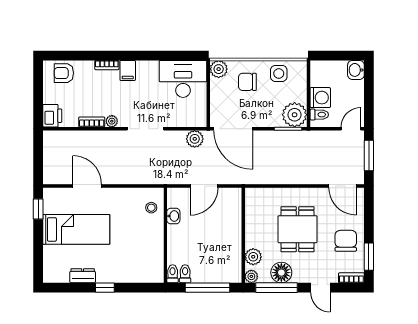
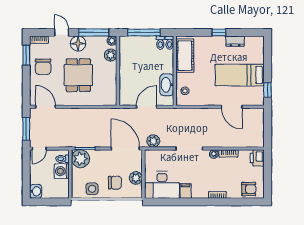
plant: (219, 69) -> (136, 178), moved
filing cabinet: (128, 70) -> (186, 191), moved
washbasin: (173, 216) -> (167, 85), width x1.91, depth x1.45
cot: (152, 256) -> (185, 56), added
floor lamp: (281, 273) -> (78, 44), moved

